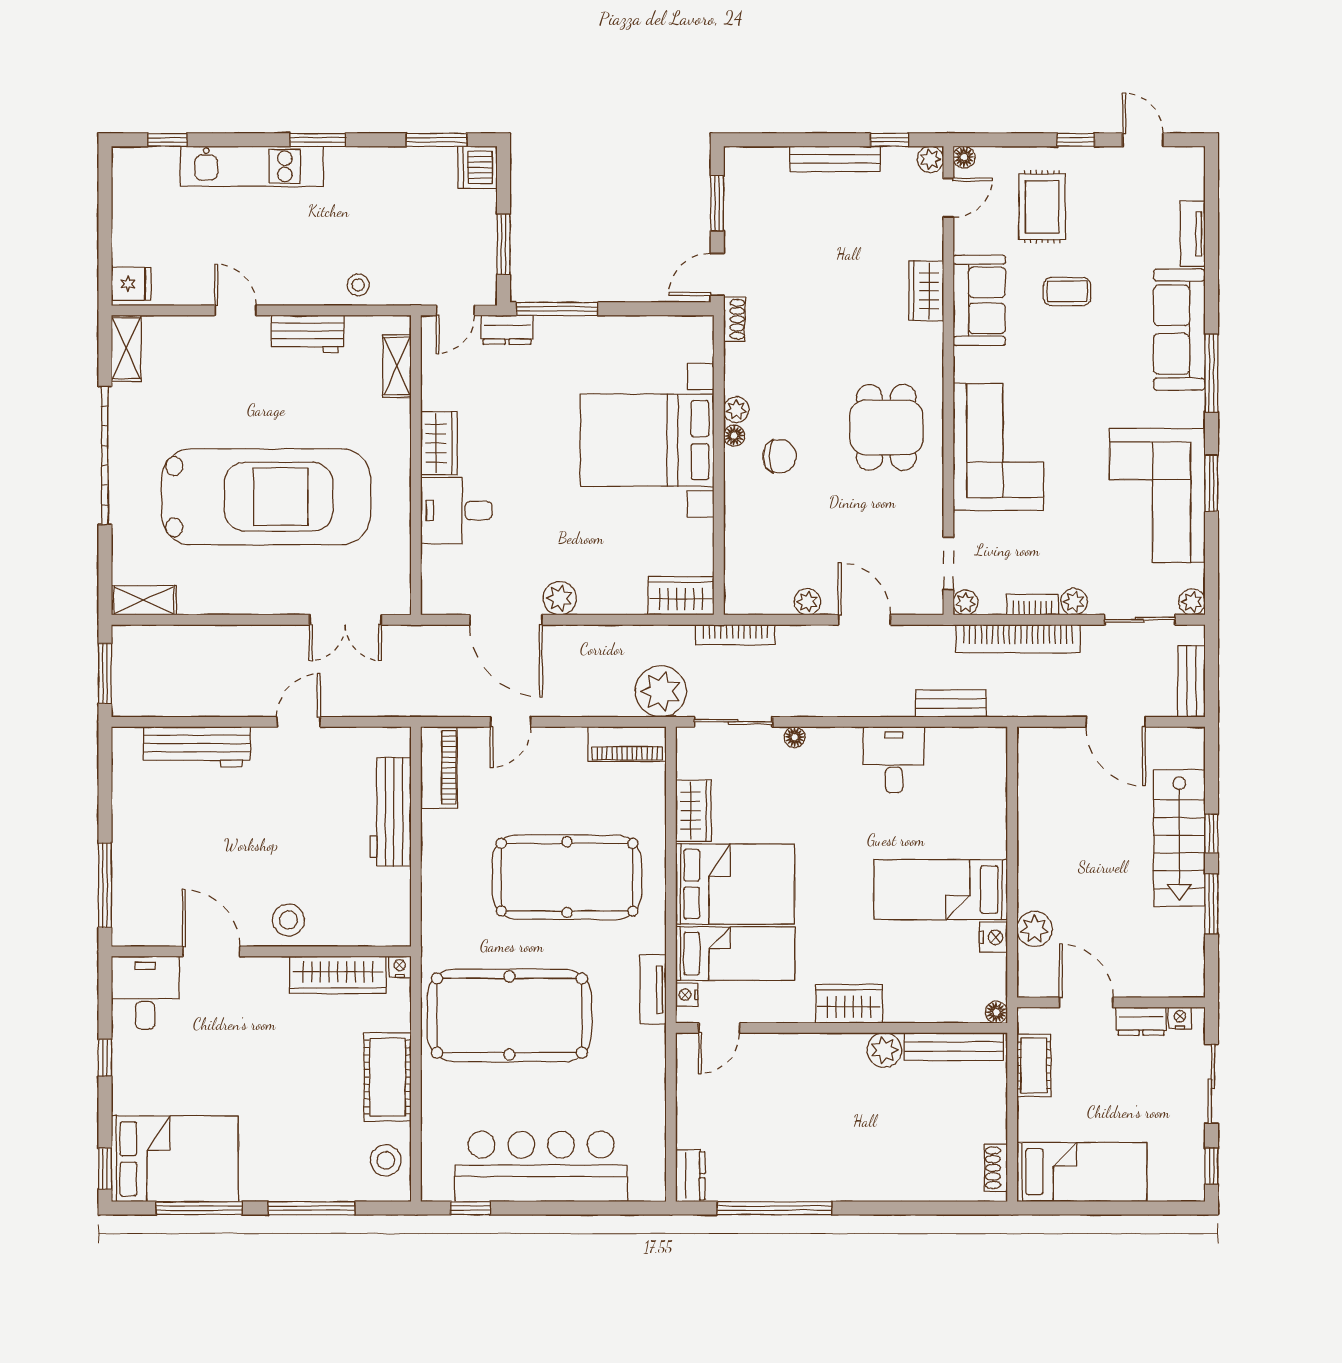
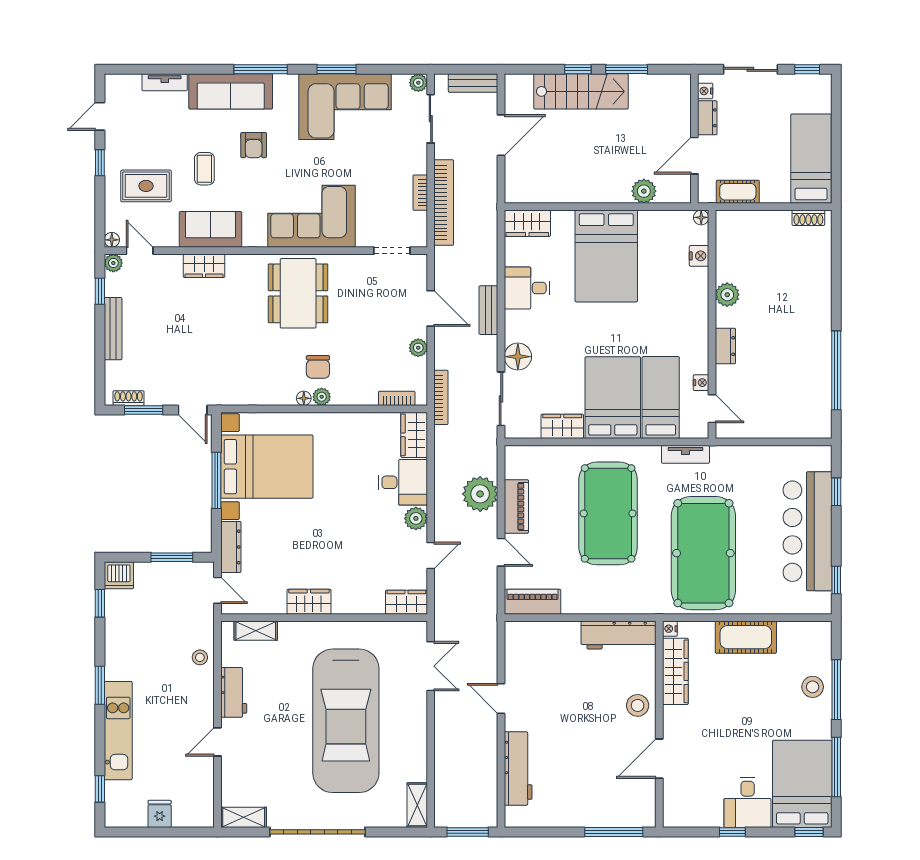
window: (437, 140) -> (100, 603), width x0.67
fridge: (131, 284) -> (160, 814), moved
window: (557, 309) -> (216, 480), moved
shoe rack: (734, 319) -> (129, 398), moved
dresser: (507, 330) -> (231, 547), width x1.44
armchair: (1101, 363) -> (254, 145), added
plant: (736, 410) -> (322, 397), moved
dining table: (886, 427) -> (298, 293), width x1.38
bed with nightstands: (647, 440) -> (267, 467), moved, turned -90
chair: (780, 456) -> (318, 367), turned 180
car: (266, 497) -> (346, 721), turned 180
desk: (456, 511) -> (403, 482), moved, turned -90
bookcase: (734, 570) -> (397, 398), added
wardrobe: (438, 585) -> (406, 602), added
plant: (1074, 602) -> (418, 164), removed
plant: (966, 603) -> (419, 239), removed
door: (506, 620) -> (431, 556), width x0.53
door: (864, 620) -> (431, 308), swing flipped
plant: (661, 691) -> (480, 494), moved
bench: (951, 704) -> (488, 310), moved
floor lamp: (795, 737) -> (518, 357), width x1.89, depth x1.89
piano: (627, 744) -> (516, 506), moved
workbench: (391, 812) -> (618, 635), moved
bed: (941, 890) -> (606, 256), width x1.50
nightstand: (993, 937) -> (699, 256), moved, turned 90
desk: (145, 993) -> (748, 802), moved, turned -90
nightstand: (687, 995) -> (701, 383), moved, turned -90
wardrobe: (849, 1004) -> (527, 223), moved, turned -90
bench: (954, 1047) -> (725, 247), removed
stool: (386, 1160) -> (813, 687), moved
dresser: (690, 1176) -> (725, 346), moved, turned 90
window: (598, 1208) -> (836, 492), added

